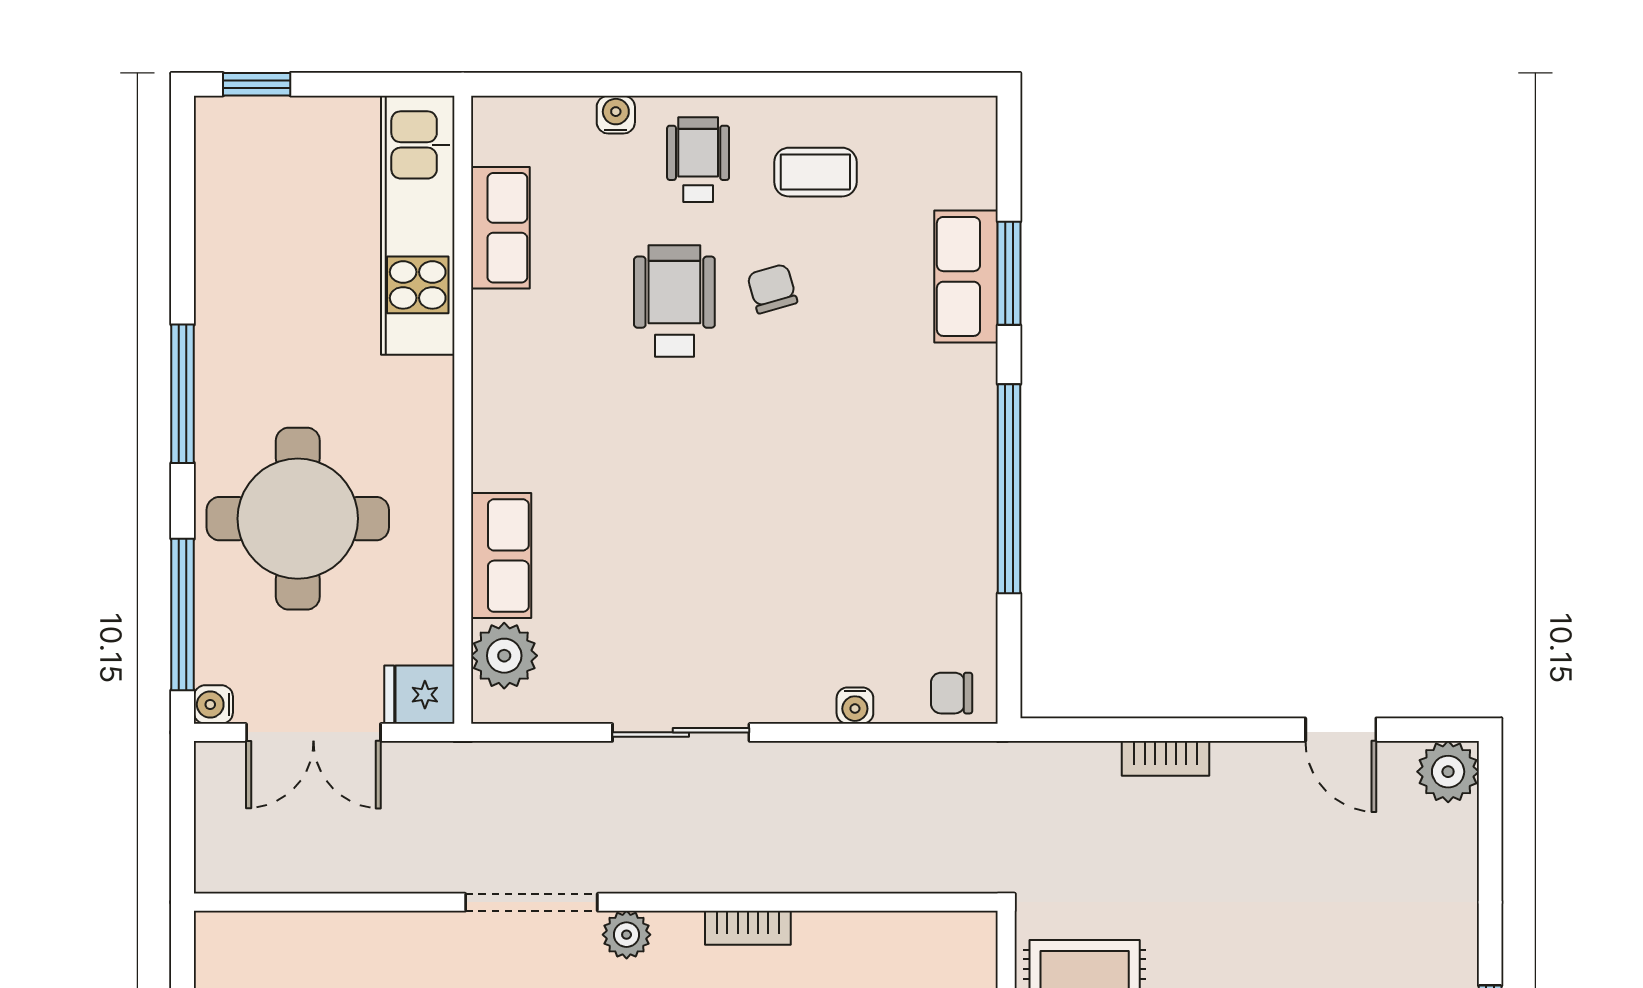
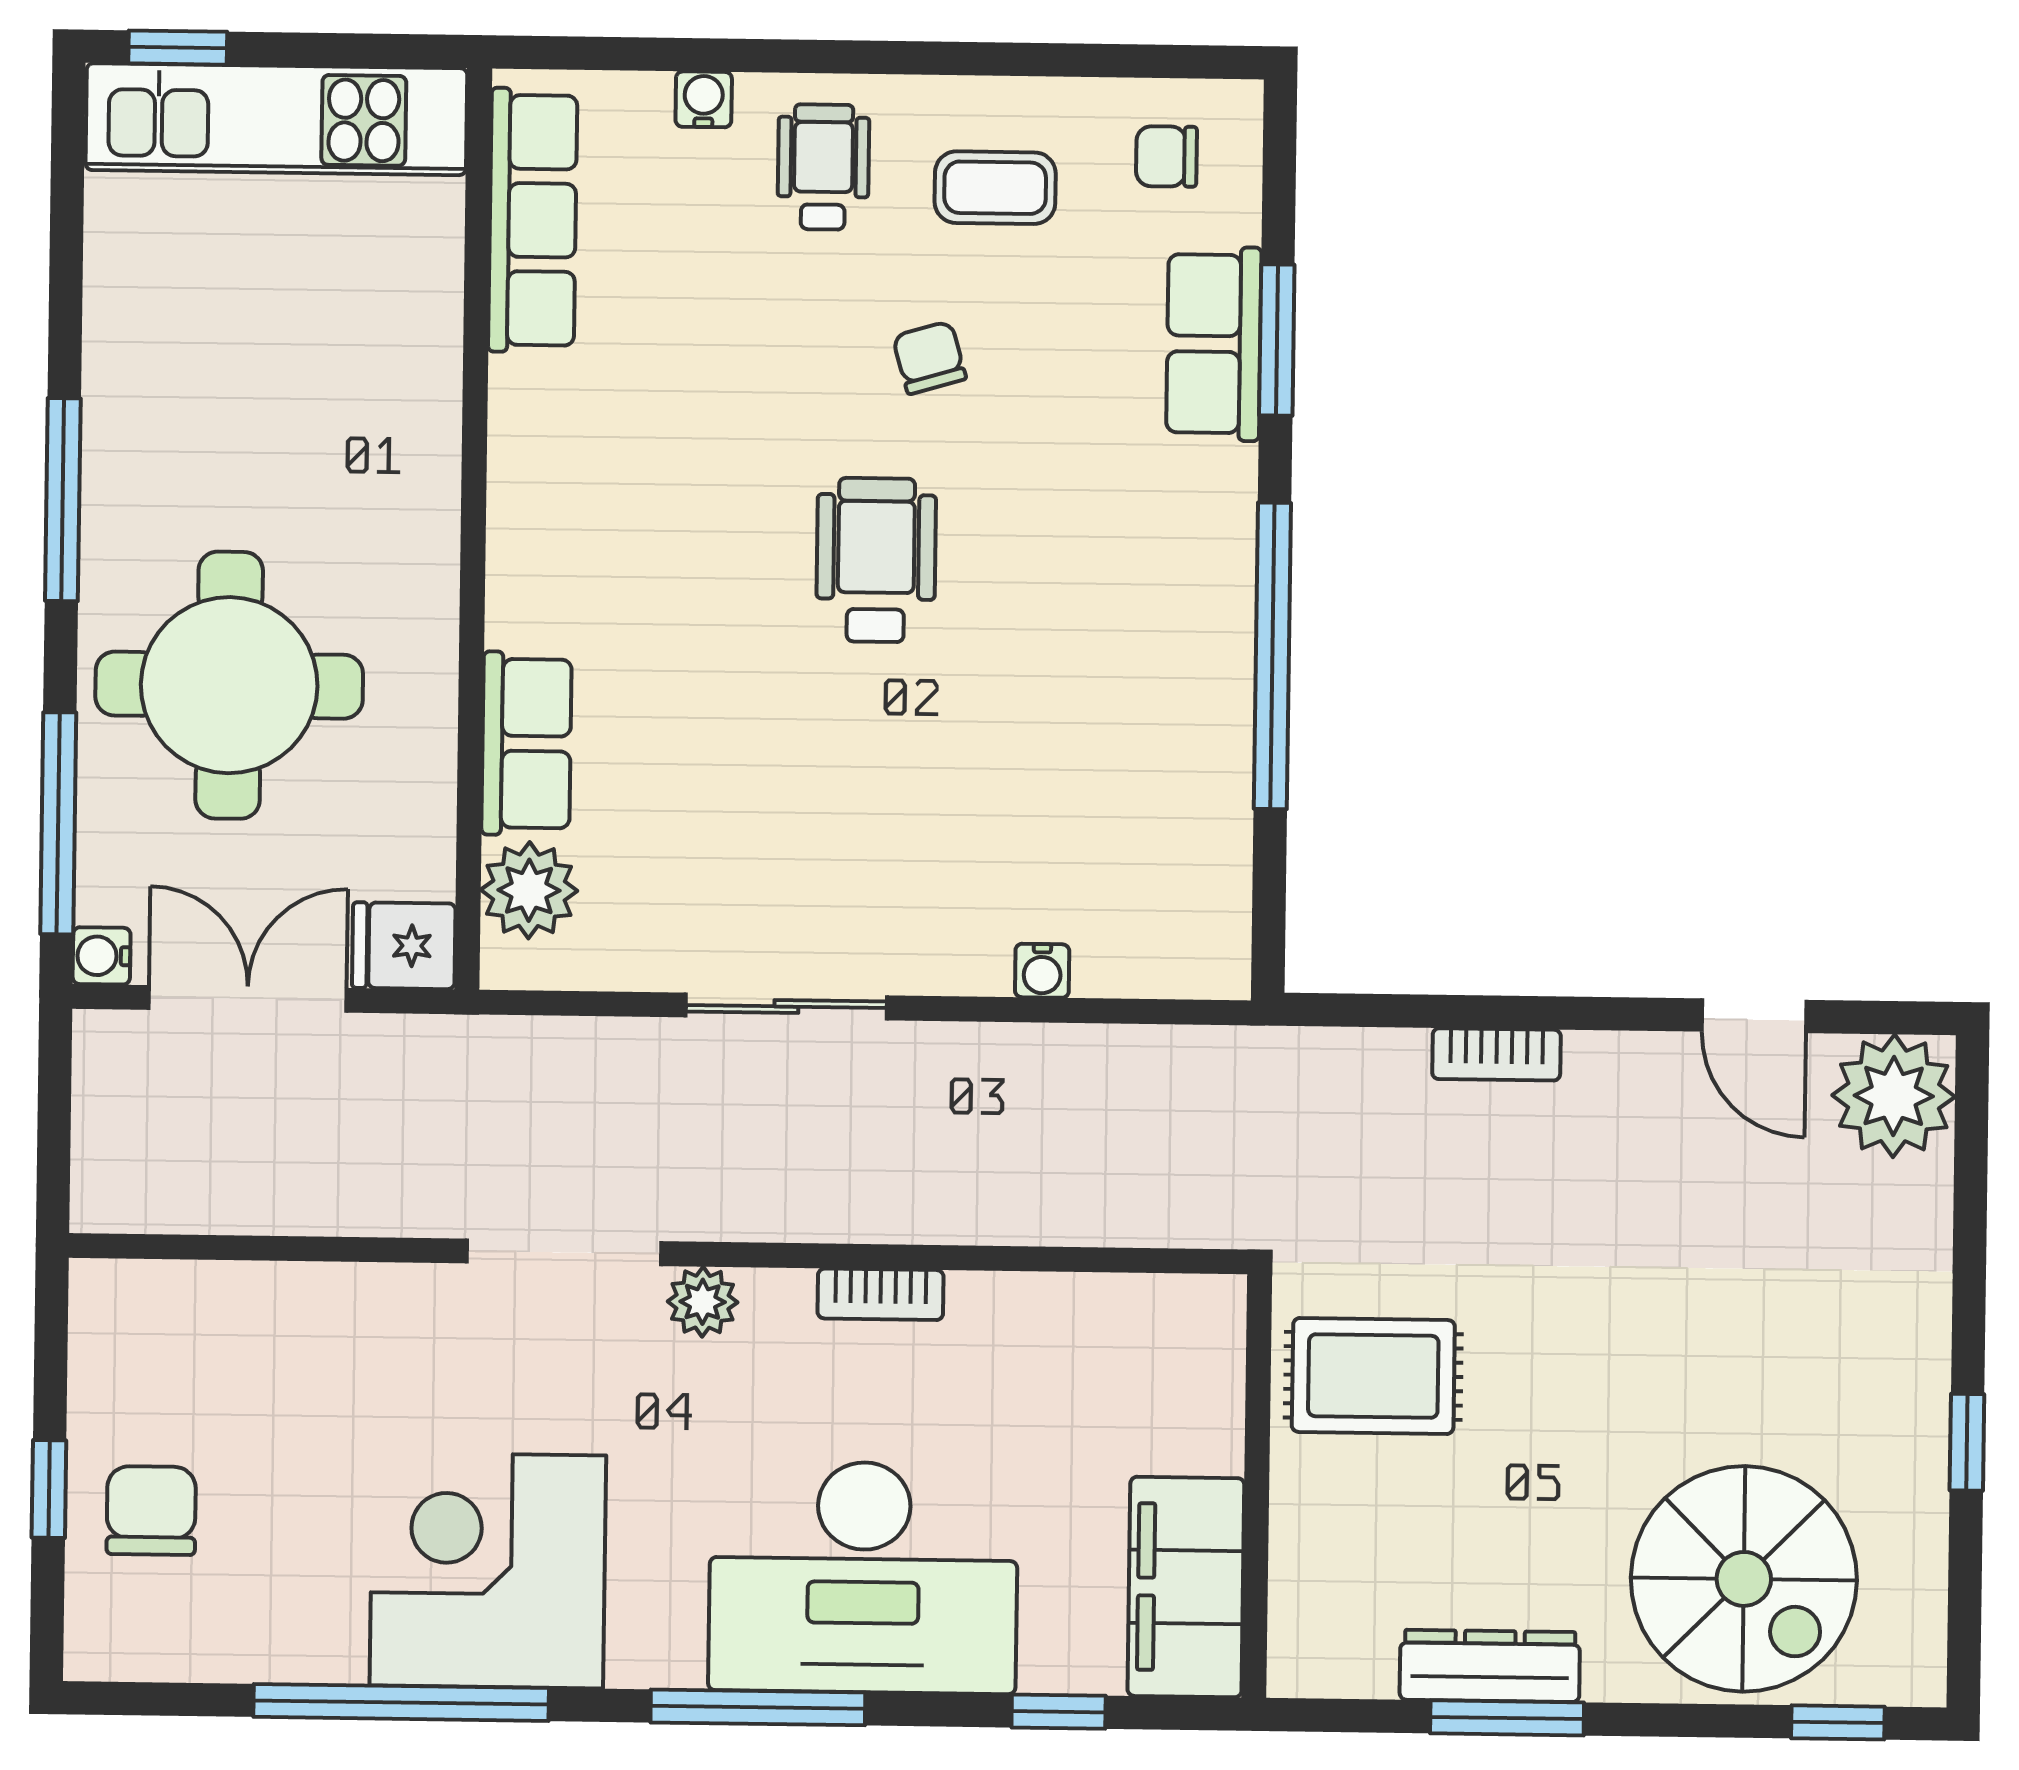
kitchen unit: (418, 225) -> (276, 119), moved, turned -90
row of seats: (500, 228) -> (533, 220), width x1.48
wheelchair: (674, 301) -> (876, 560), moved
chair: (952, 693) -> (1166, 156), moved
double door: (313, 732) -> (248, 999), swing flipped
plant: (1448, 772) -> (1894, 1096), width x1.36, depth x1.36

